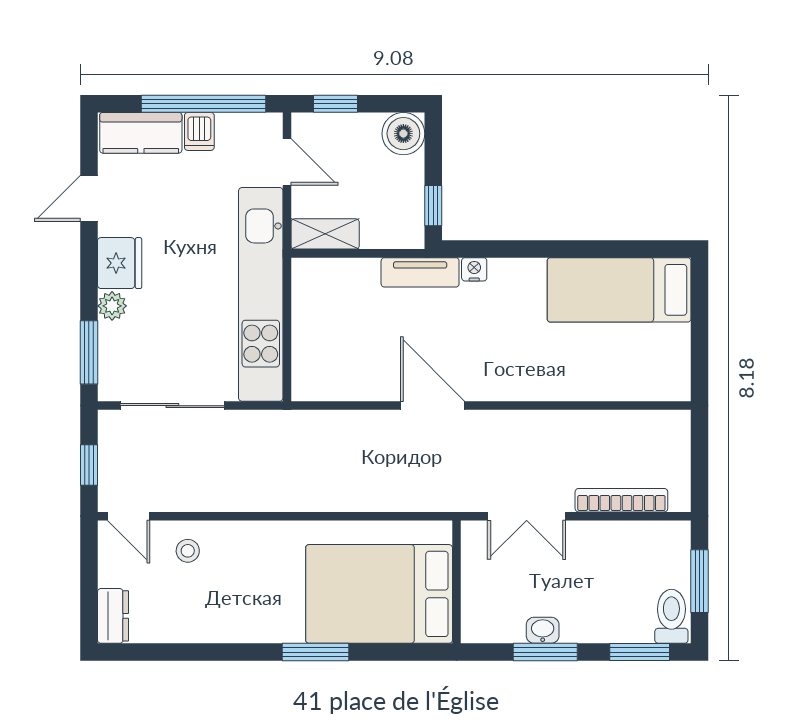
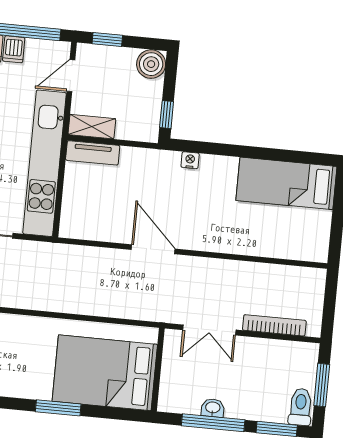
door: (287, 162) -> (71, 76), swing flipped
tv unit: (420, 272) -> (93, 153), moved
window: (545, 652) -> (213, 423), width x1.44

